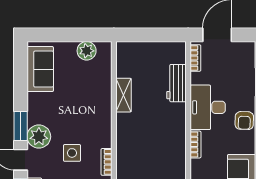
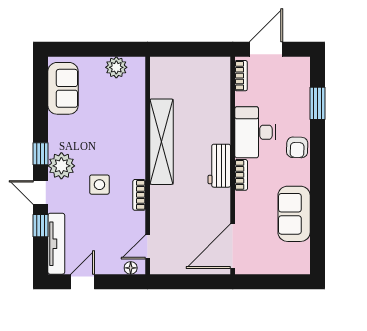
workbench: (176, 83) -> (219, 166), moved
shelving: (123, 95) -> (161, 142), width x2.20, depth x1.33
window: (21, 126) -> (41, 154), width x0.67

